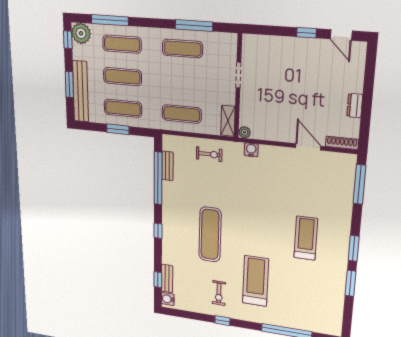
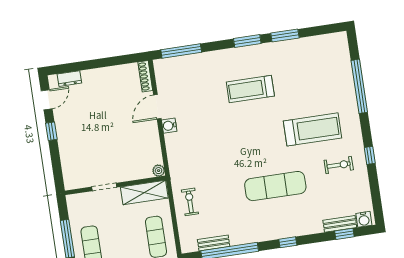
dresser: (355, 106) -> (69, 79), moved
shelving: (228, 121) -> (144, 192), width x1.50, depth x1.33
water cooler: (251, 150) -> (169, 126), moved
treadmill: (256, 281) -> (313, 129), turned 180

